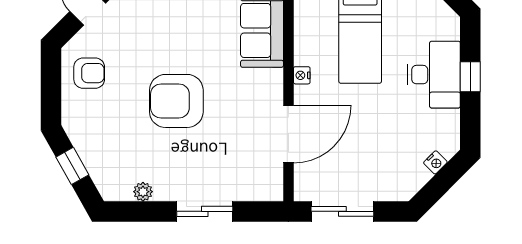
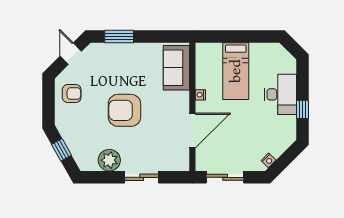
window: (470, 77) -> (302, 109), moved
nightstand: (435, 162) -> (269, 160), moved
plant: (143, 192) -> (109, 160), width x1.87, depth x1.87

